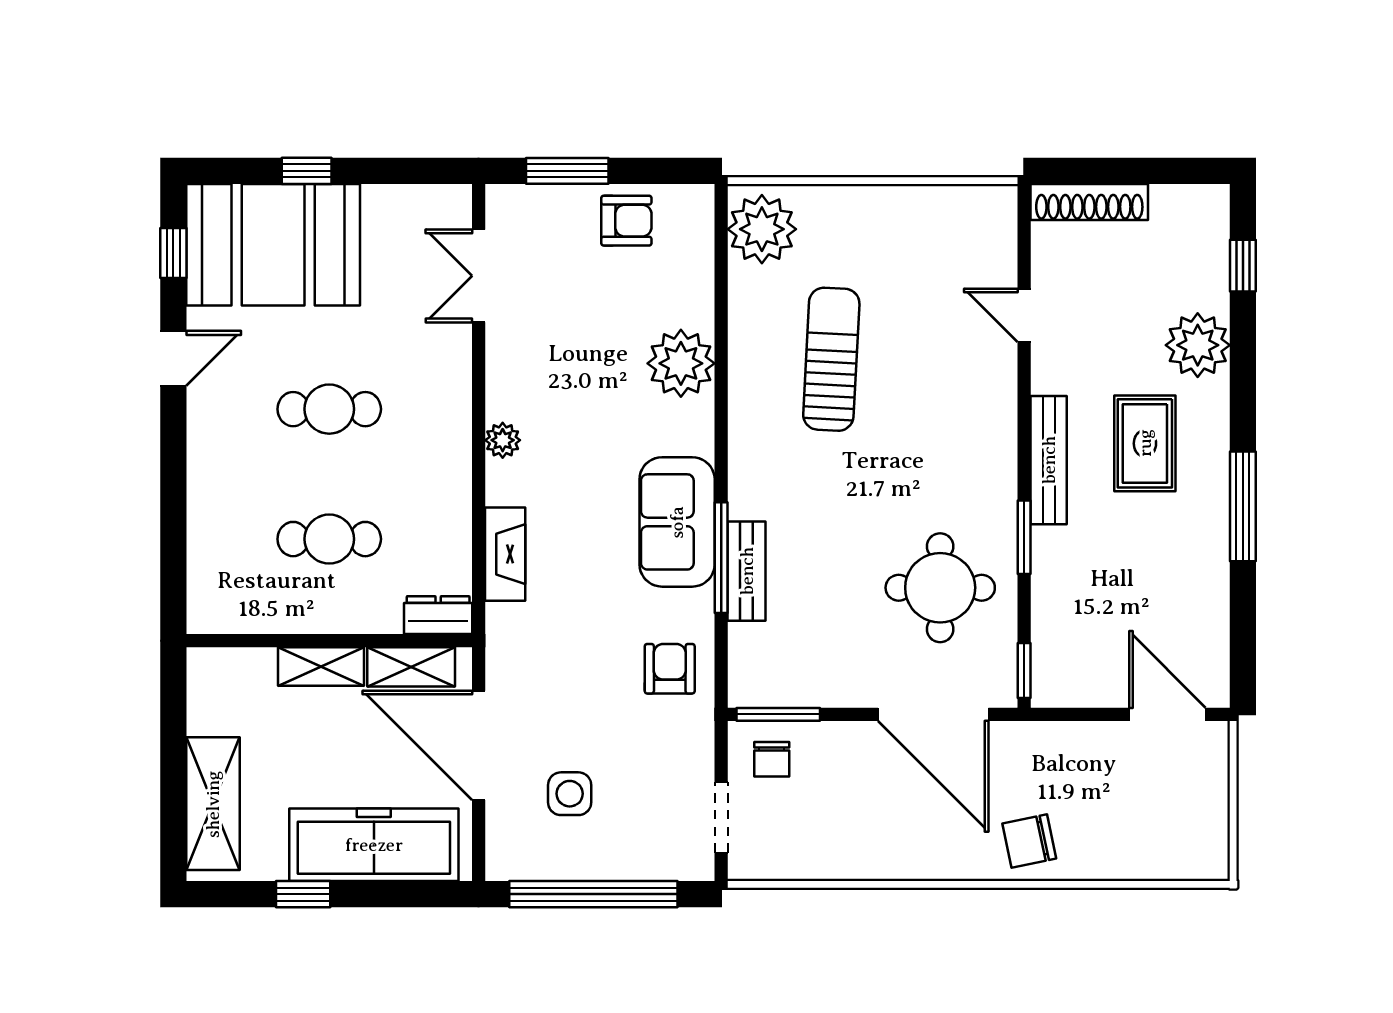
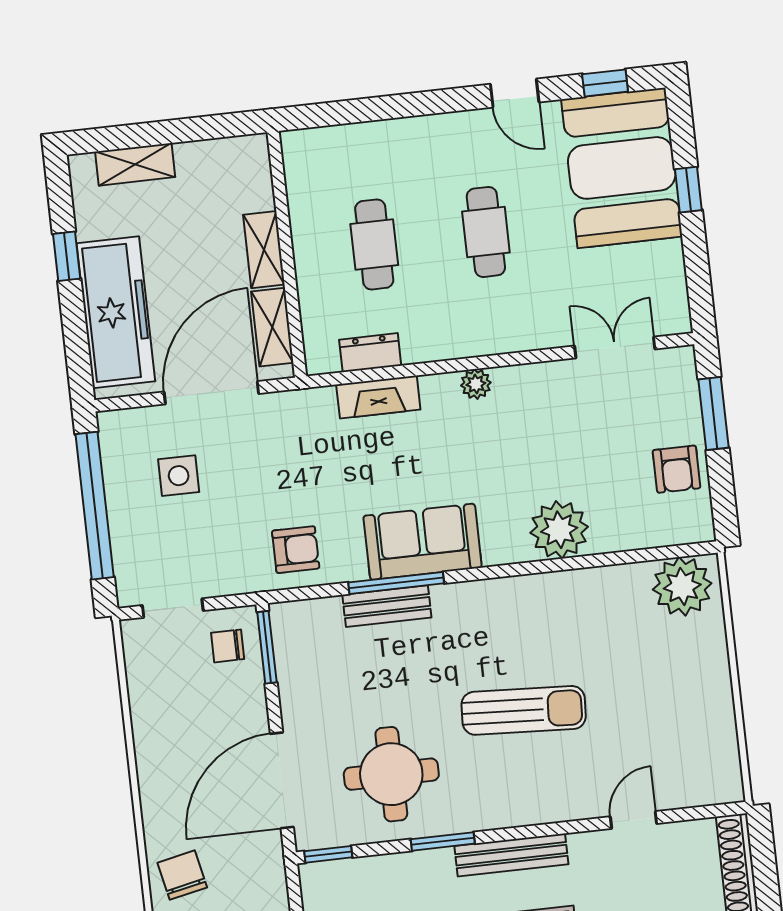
sun lounger: (831, 359) -> (524, 710), moved
dresser: (438, 615) -> (370, 353), moved, turned -90
shelving: (213, 804) -> (135, 164), width x0.67, depth x0.75

